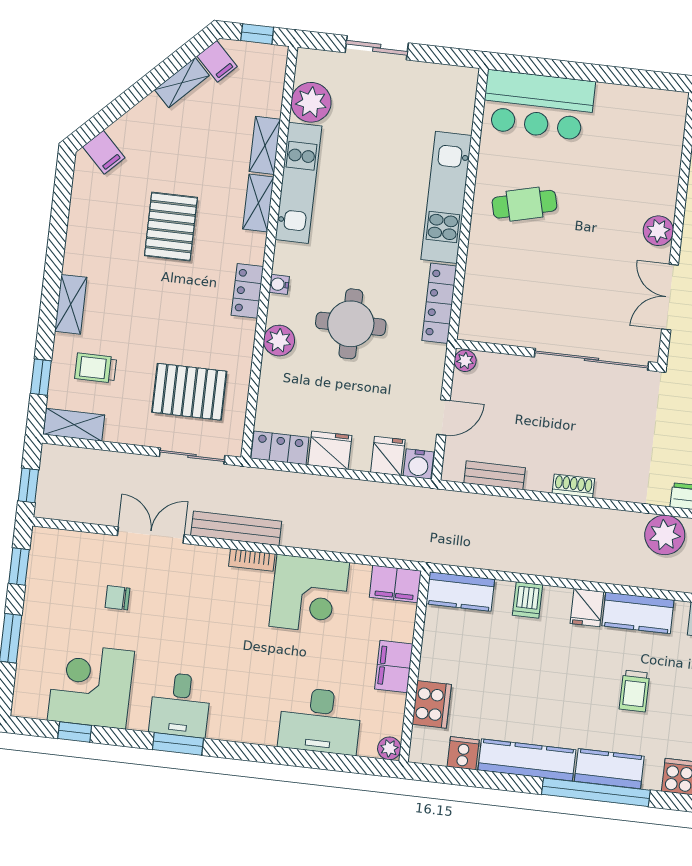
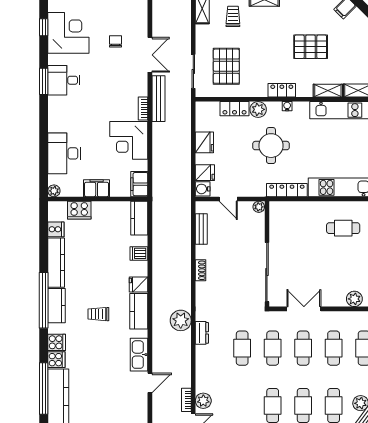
cafe table: (524, 204) -> (343, 228), turned -76
plant: (658, 231) -> (354, 299), moved
locker: (280, 448) -> (234, 109), moved, turned 90

